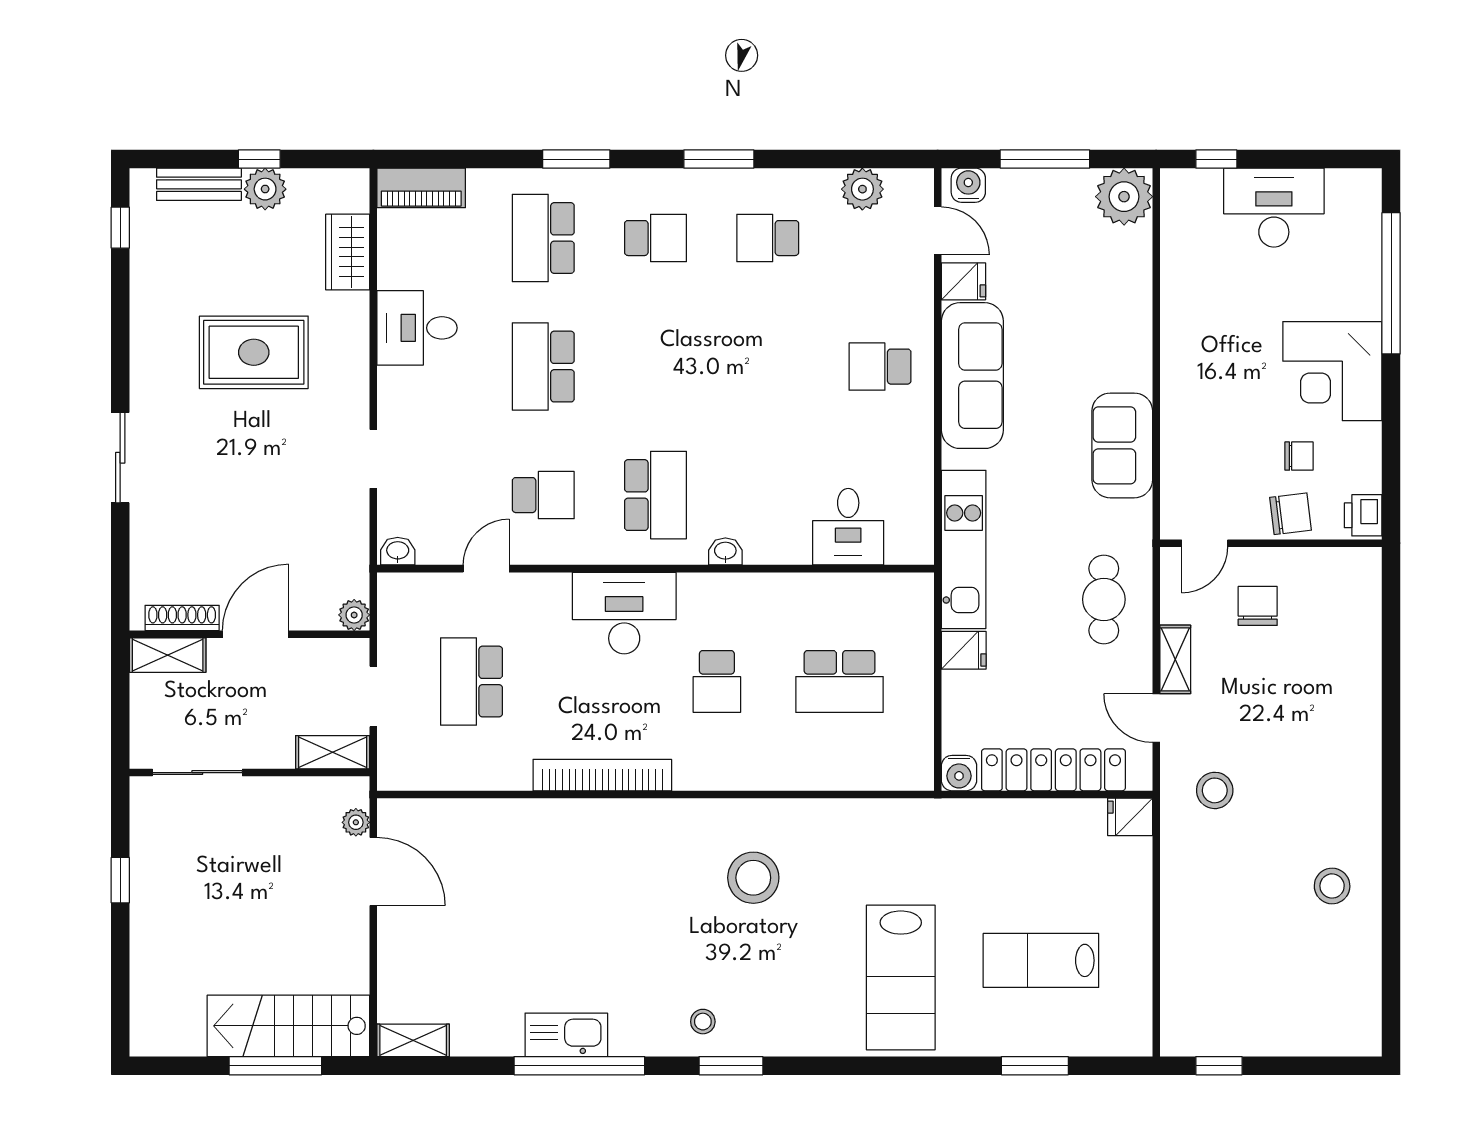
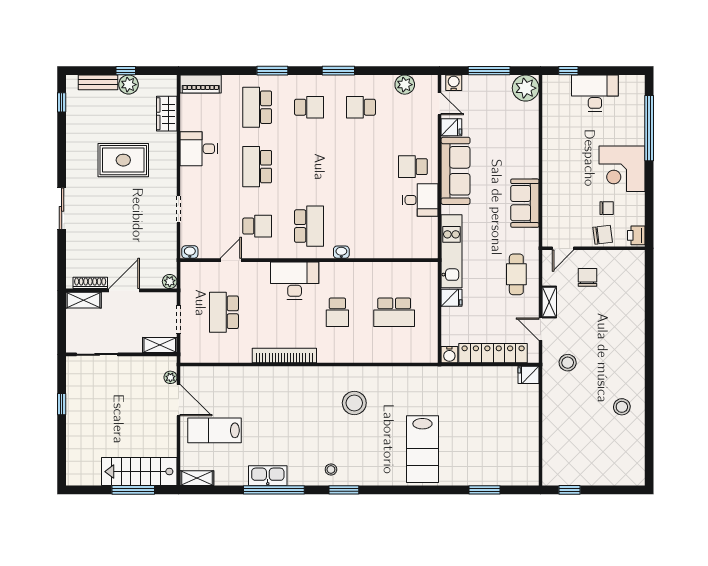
desk: (848, 527) -> (420, 200), moved, turned -90
lab bench: (1041, 960) -> (215, 430), moved

